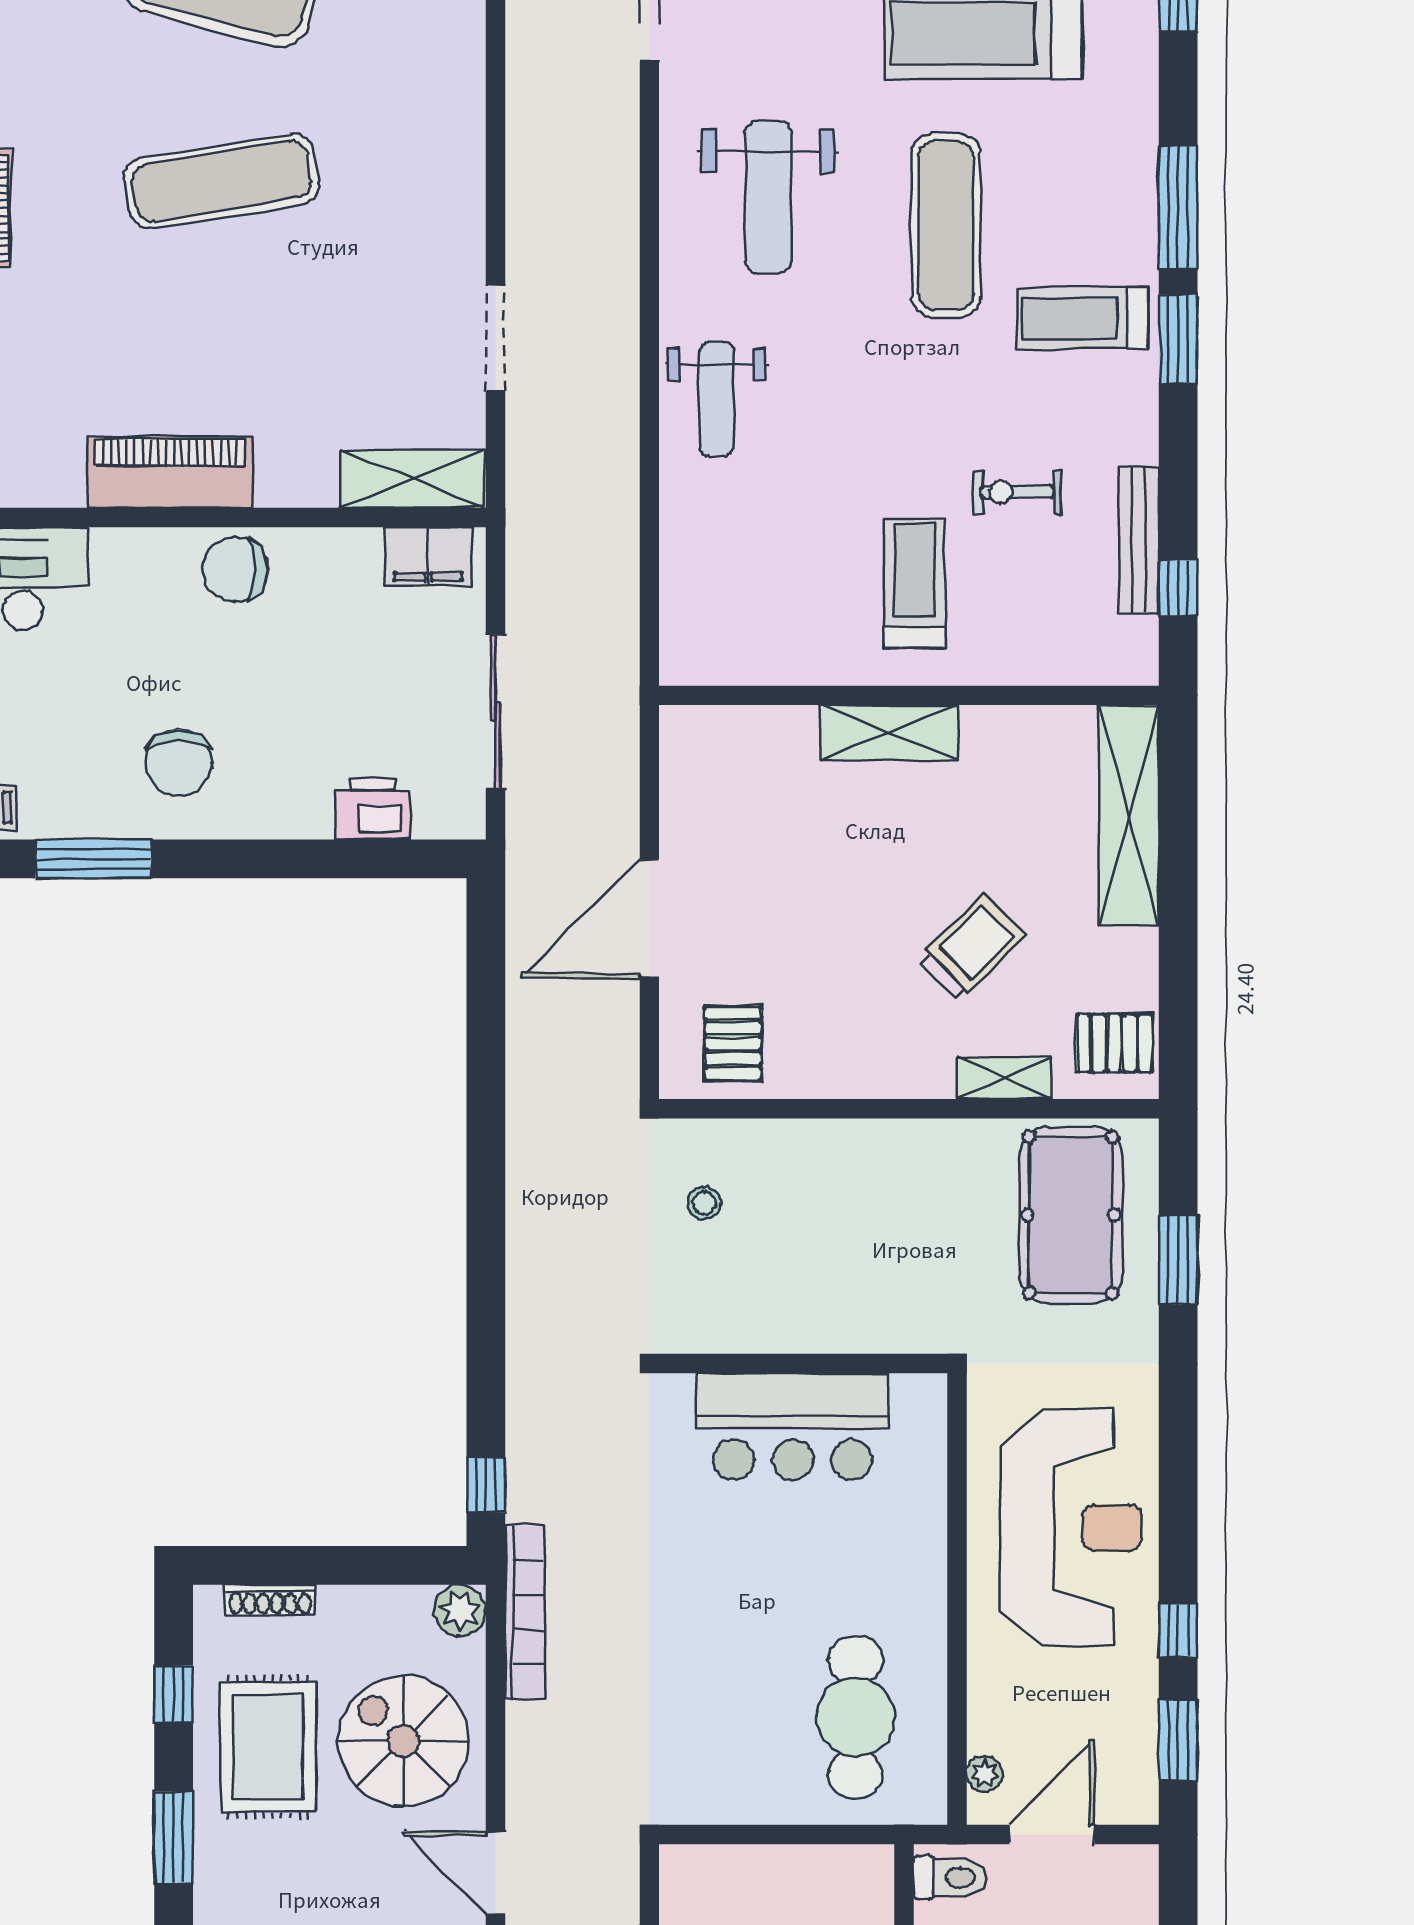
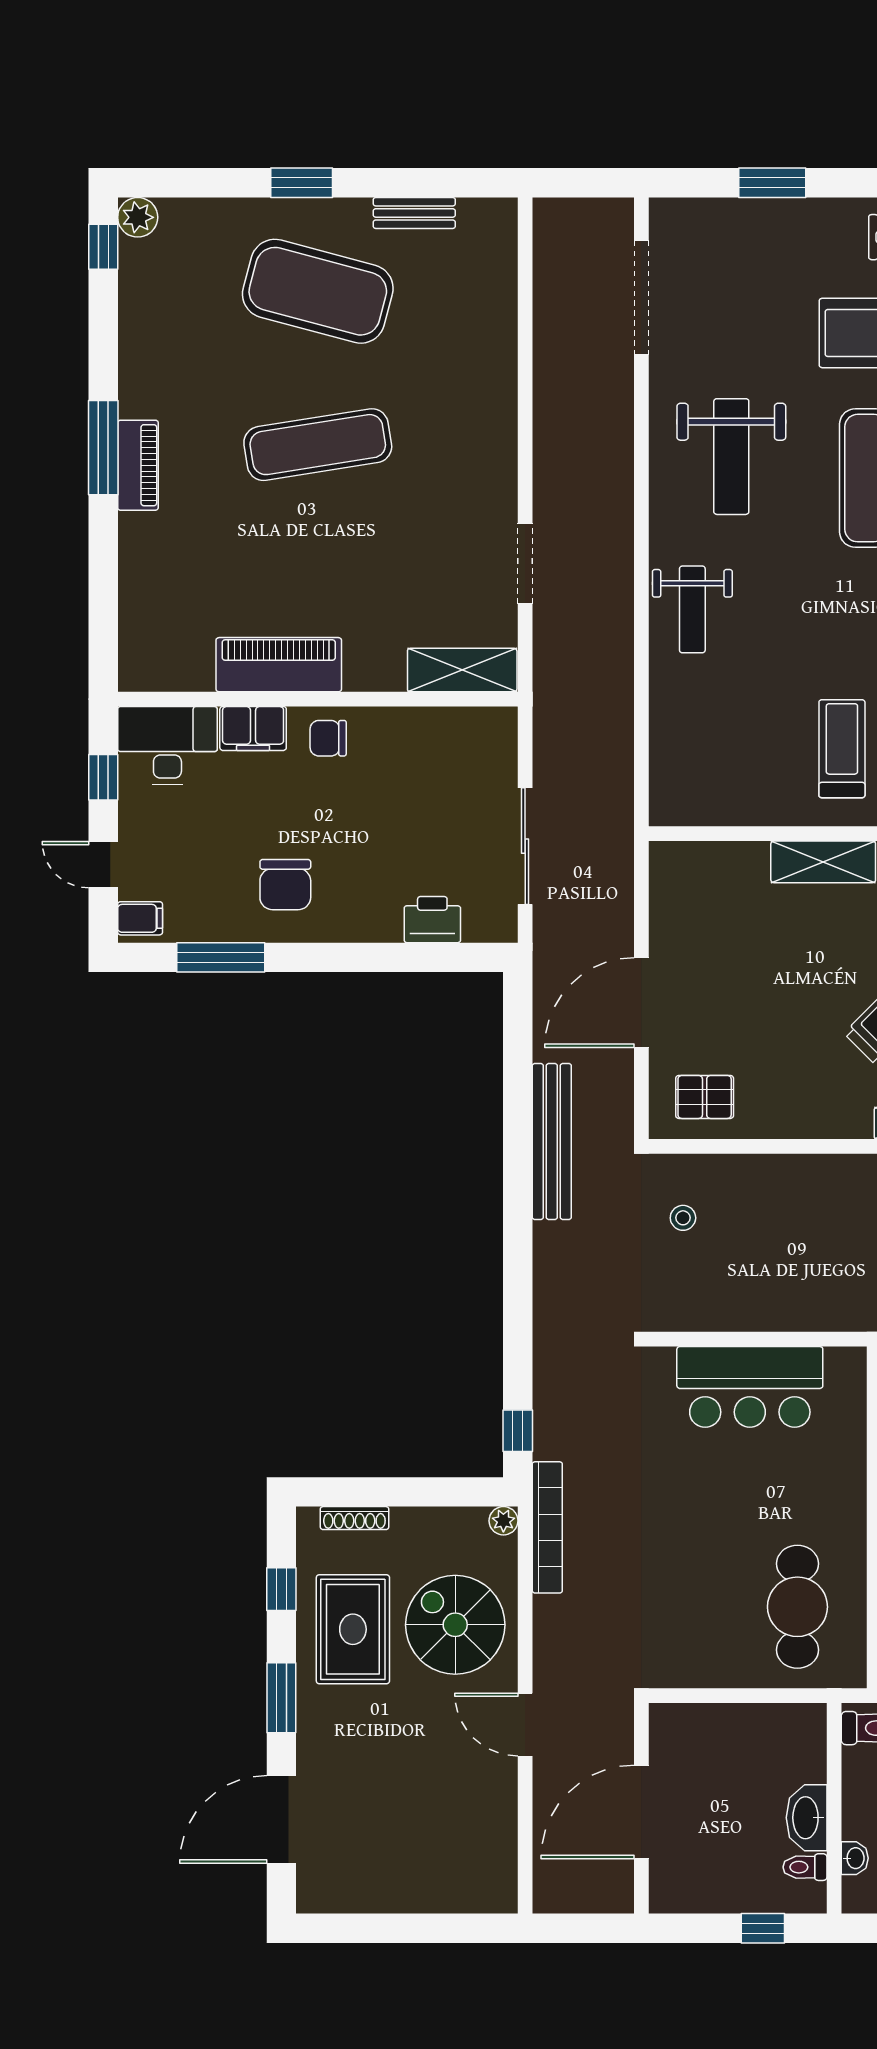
filing cabinet: (428, 556) -> (253, 728), moved
chair: (235, 569) -> (328, 738), width x0.73, depth x0.73
pallet: (733, 1043) -> (705, 1097), turned 90
bench: (531, 1102) -> (552, 1142), added
plant: (460, 1611) -> (503, 1521), width x0.73, depth x0.73

